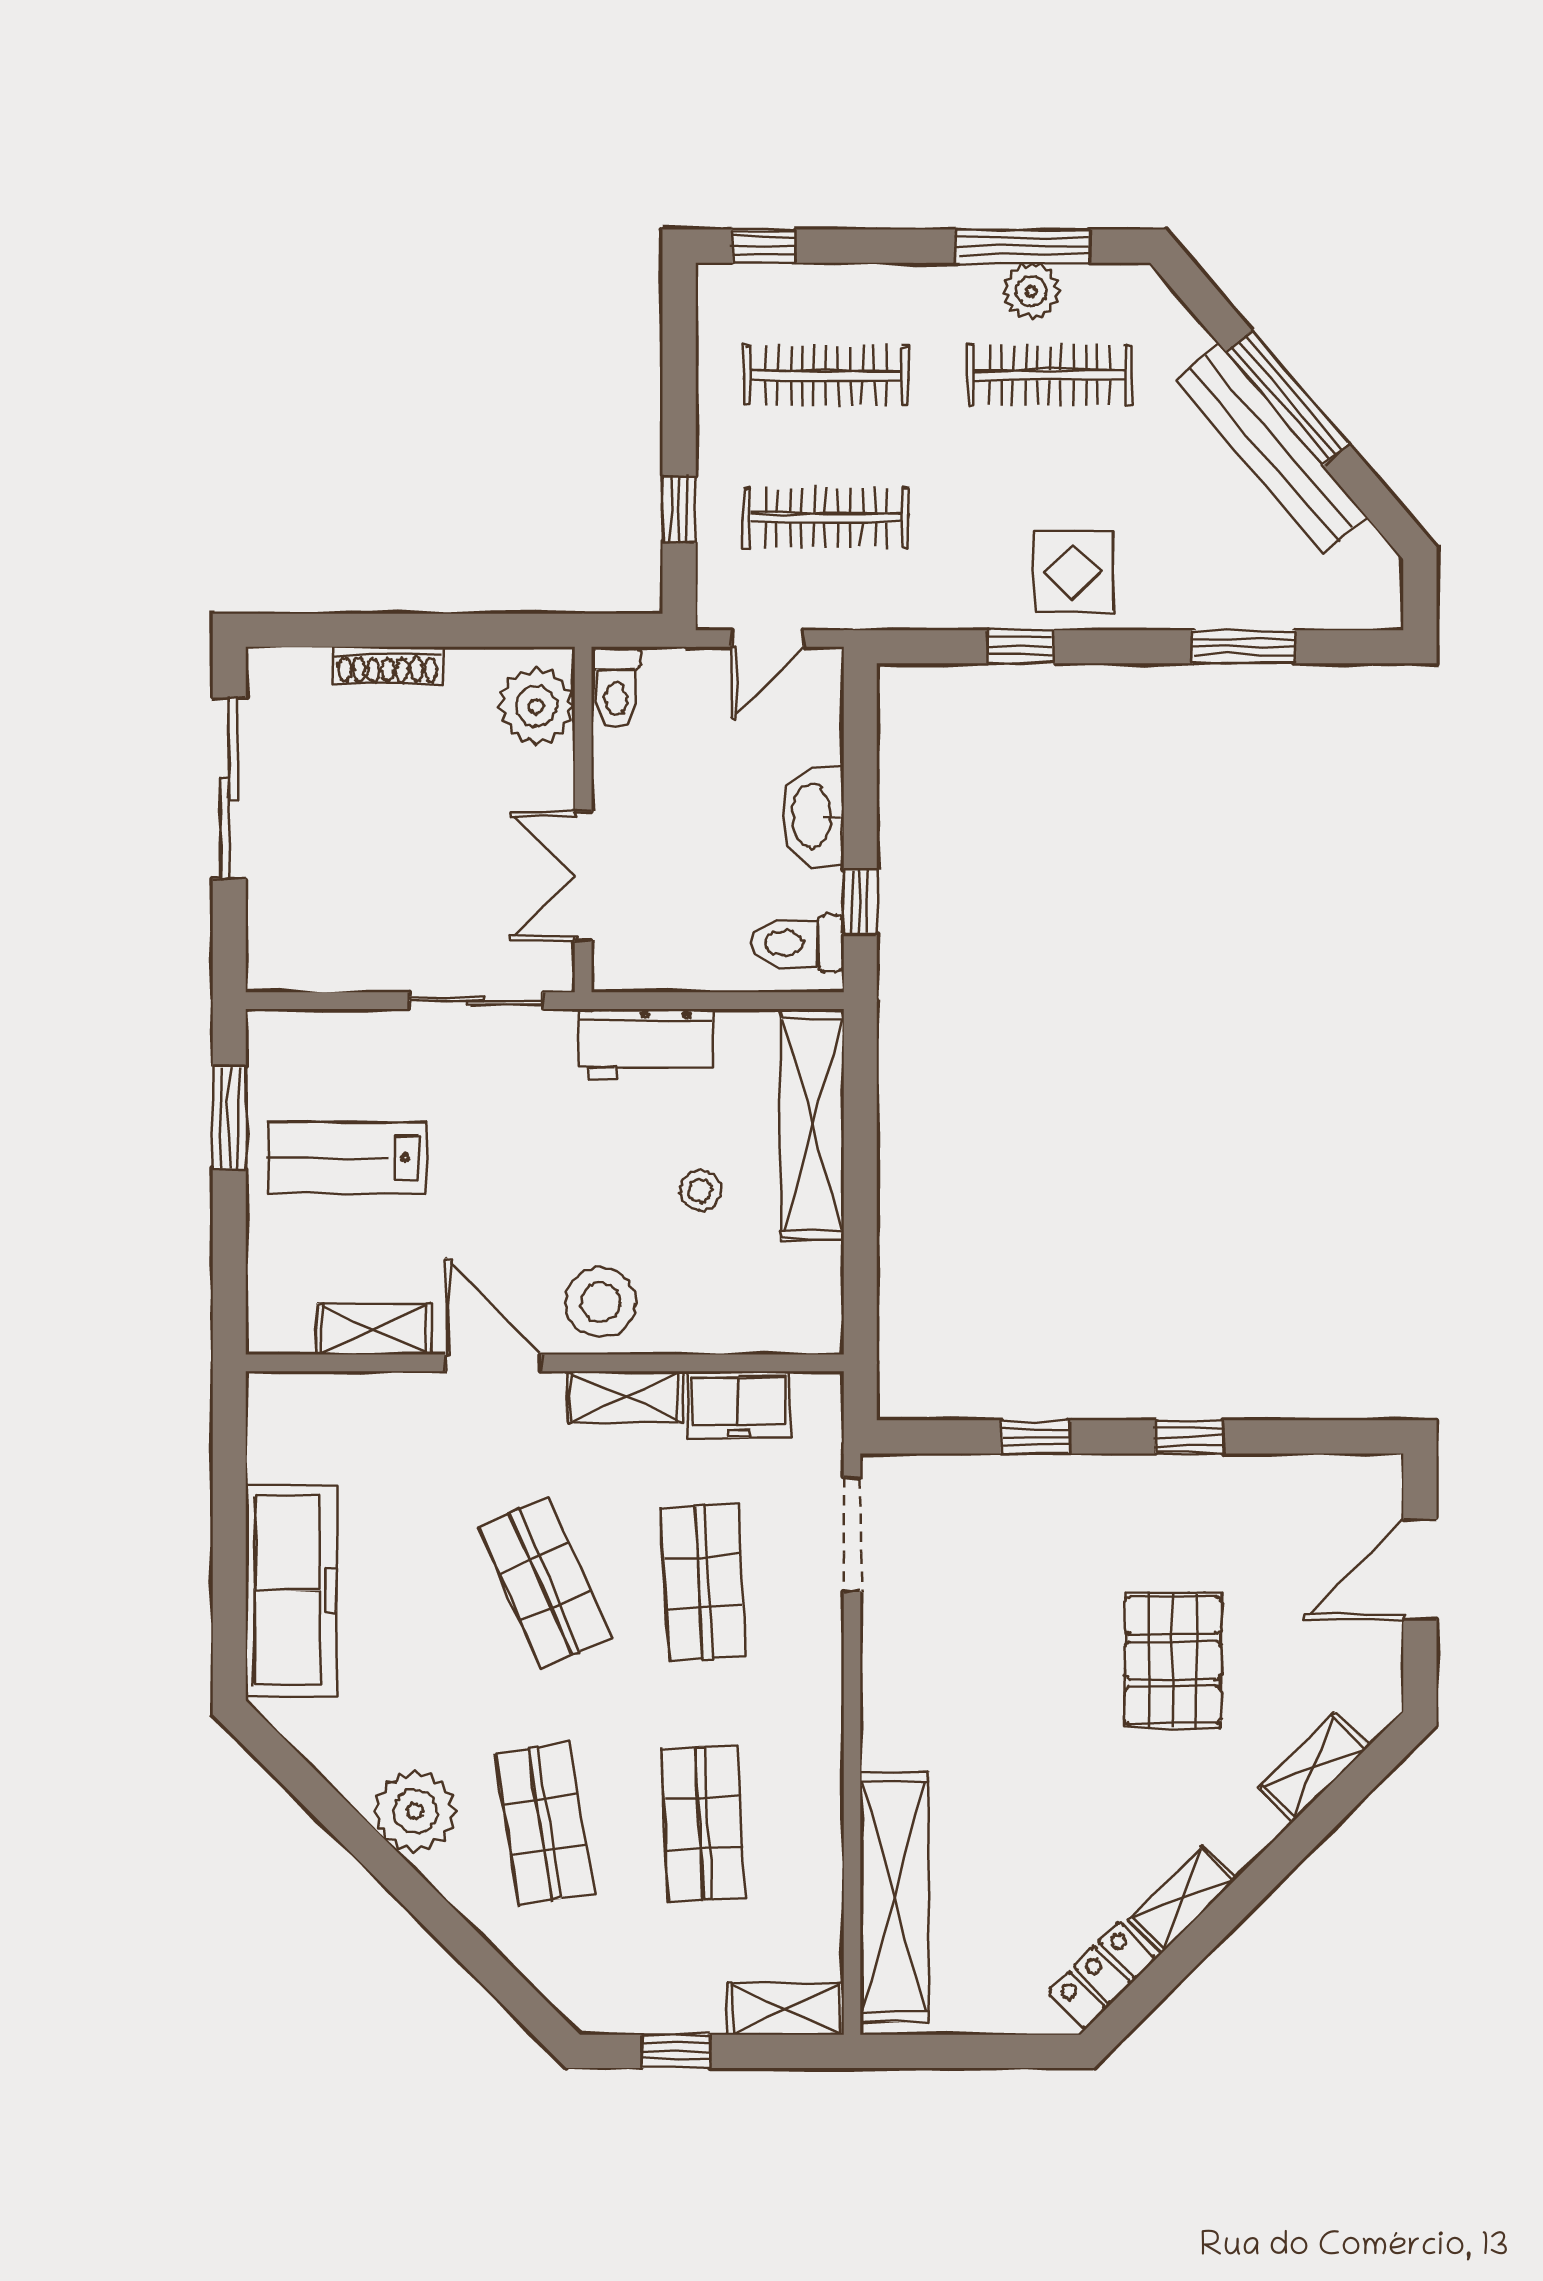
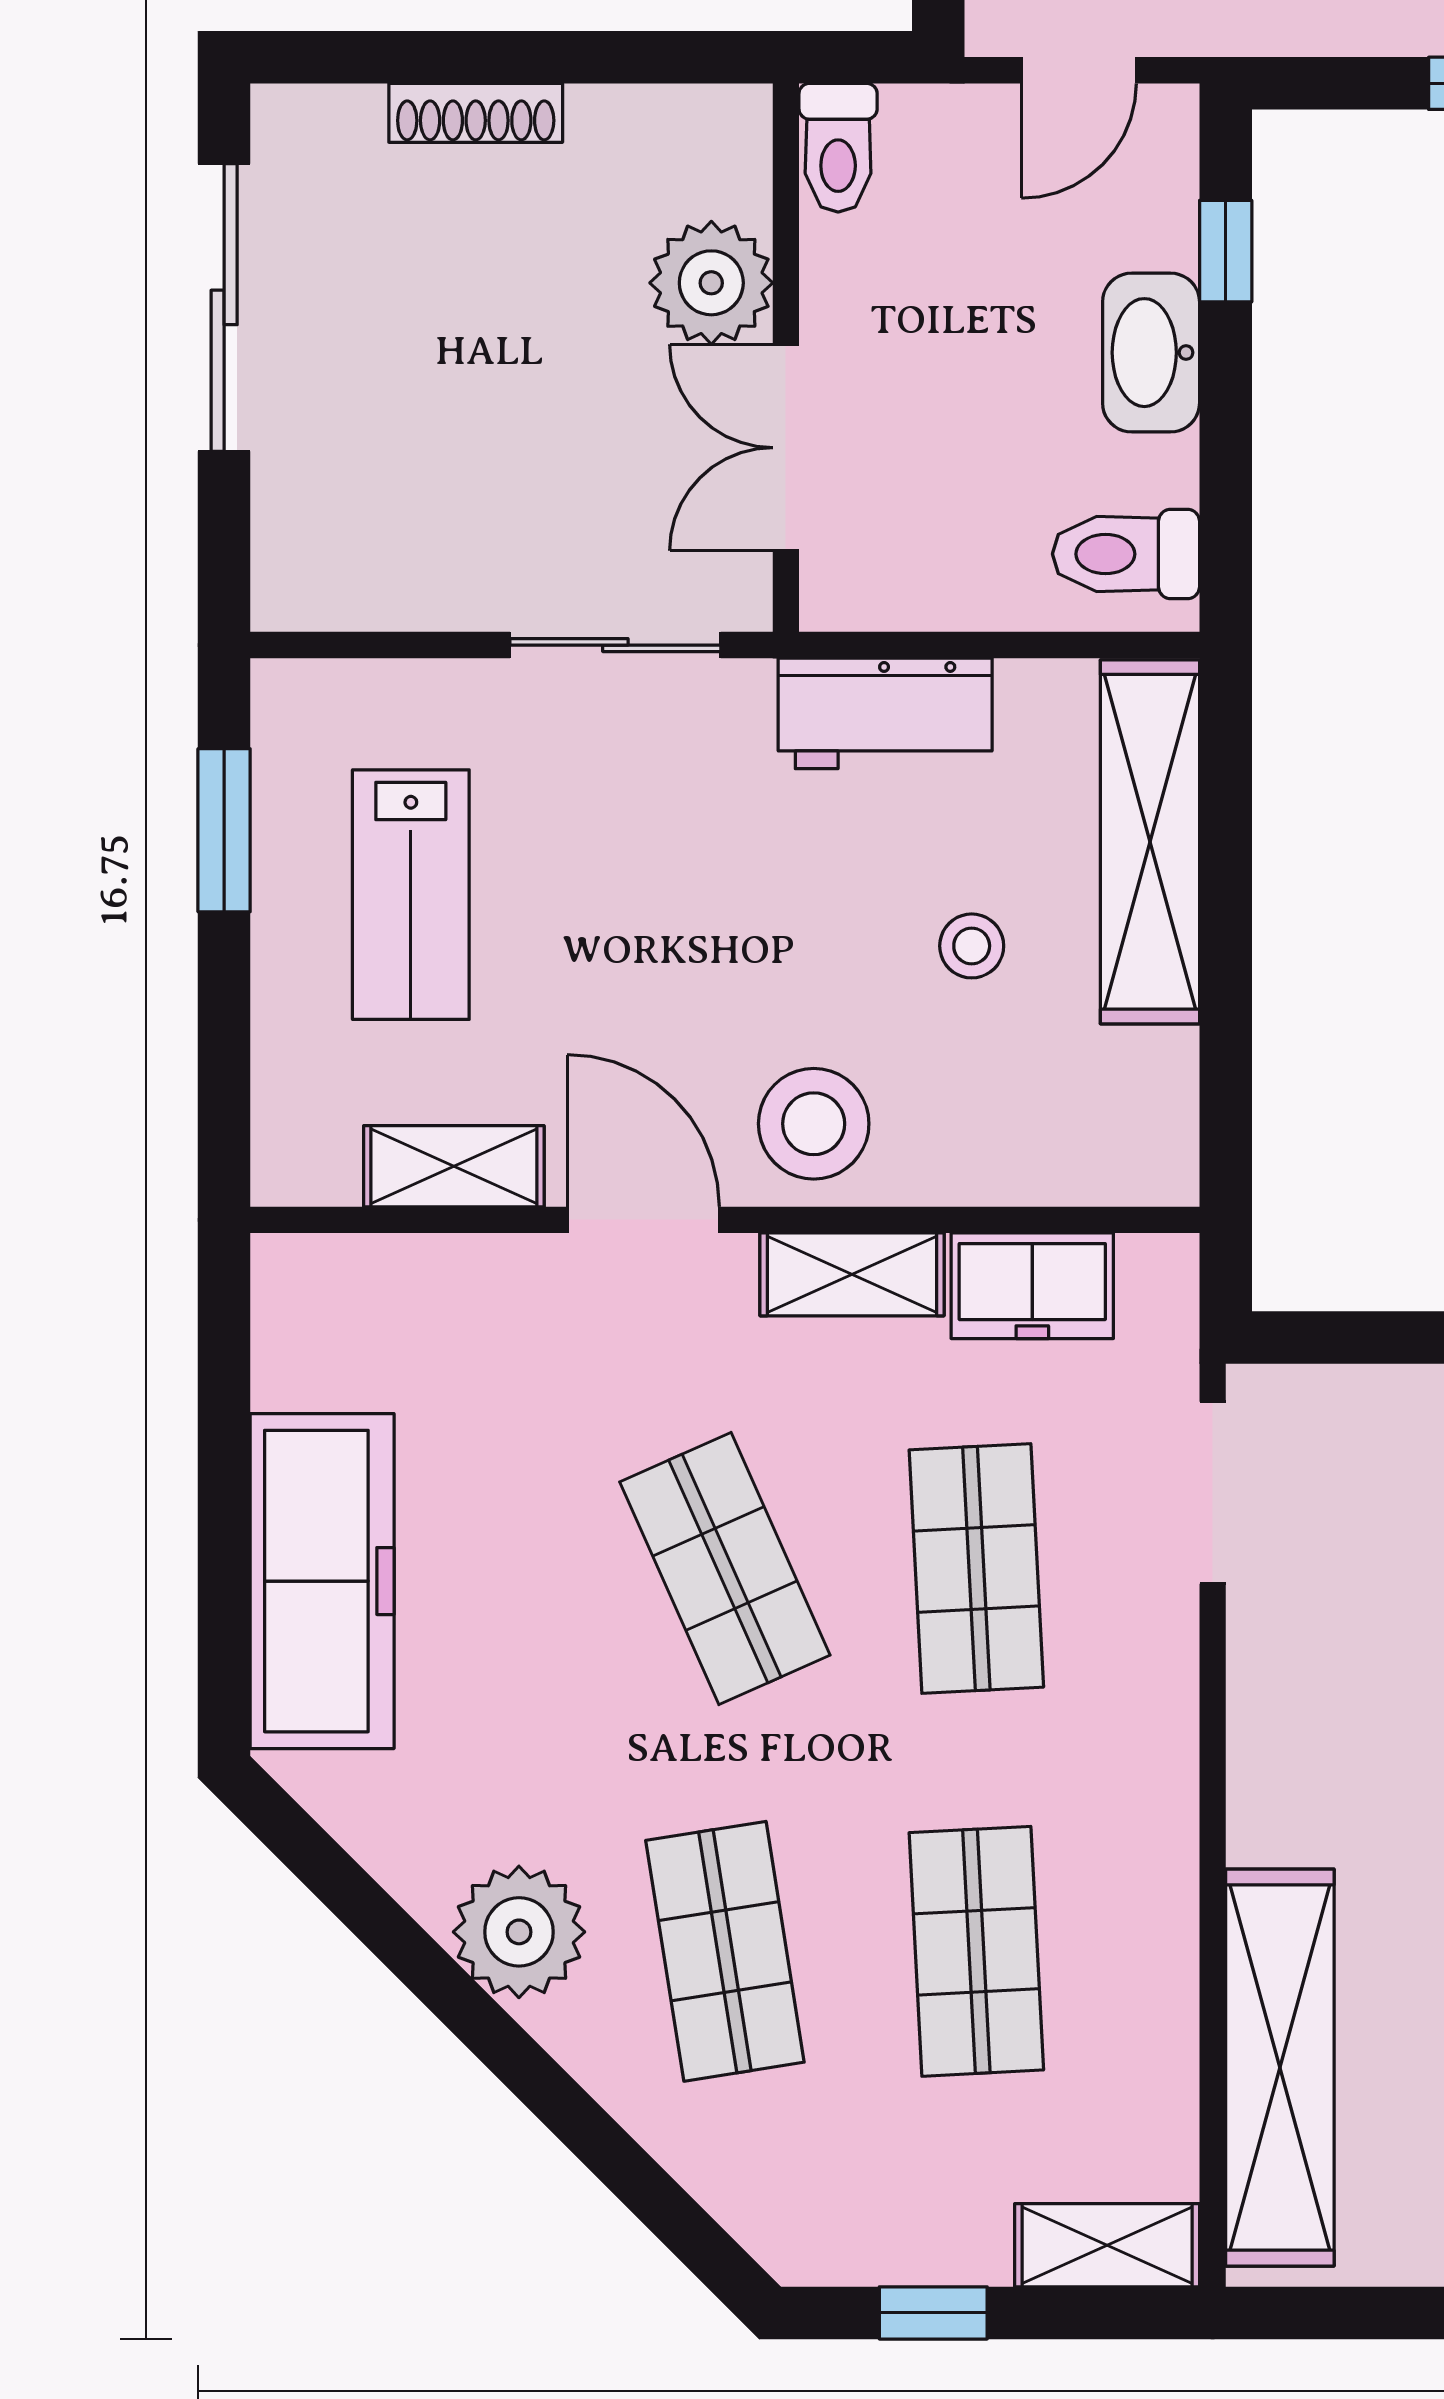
plant: (536, 706) -> (711, 283), moved
window: (860, 902) -> (1226, 251), moved
lab bench: (347, 1158) -> (411, 895), turned -90

